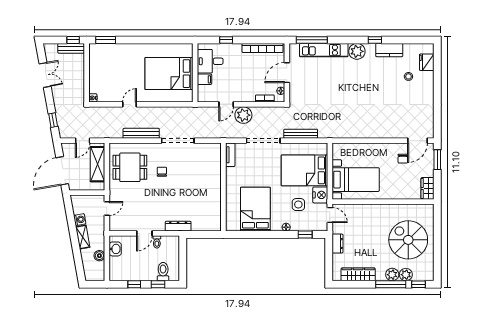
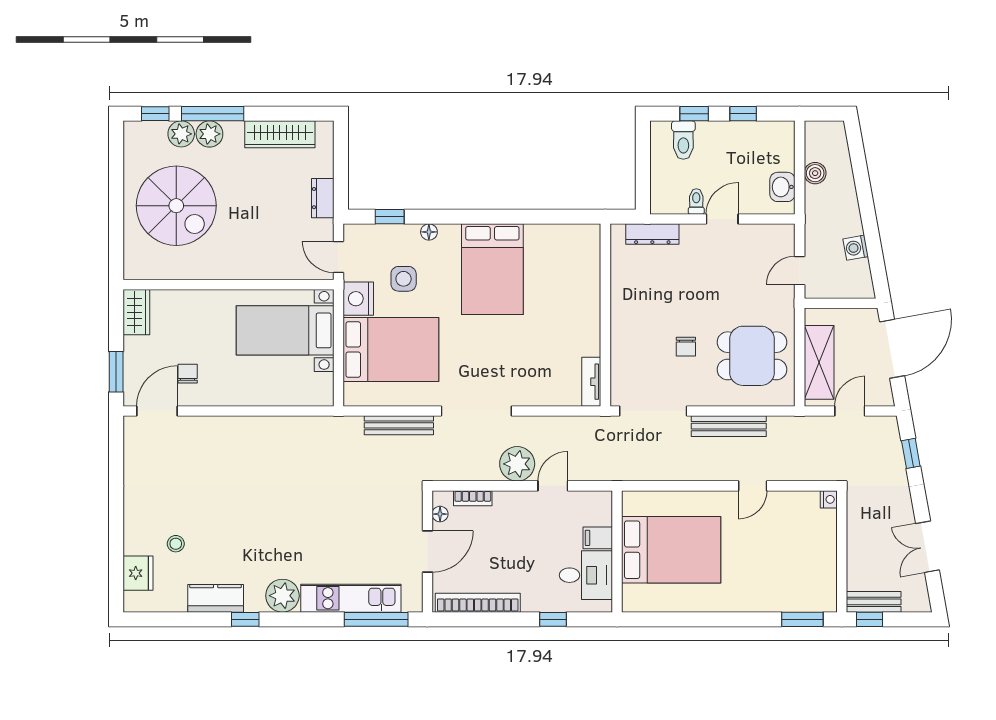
tv unit: (230, 155) -> (591, 382), moved
wall: (223, 187) -> (605, 315), moved
shelving: (83, 237) -> (849, 212), removed

